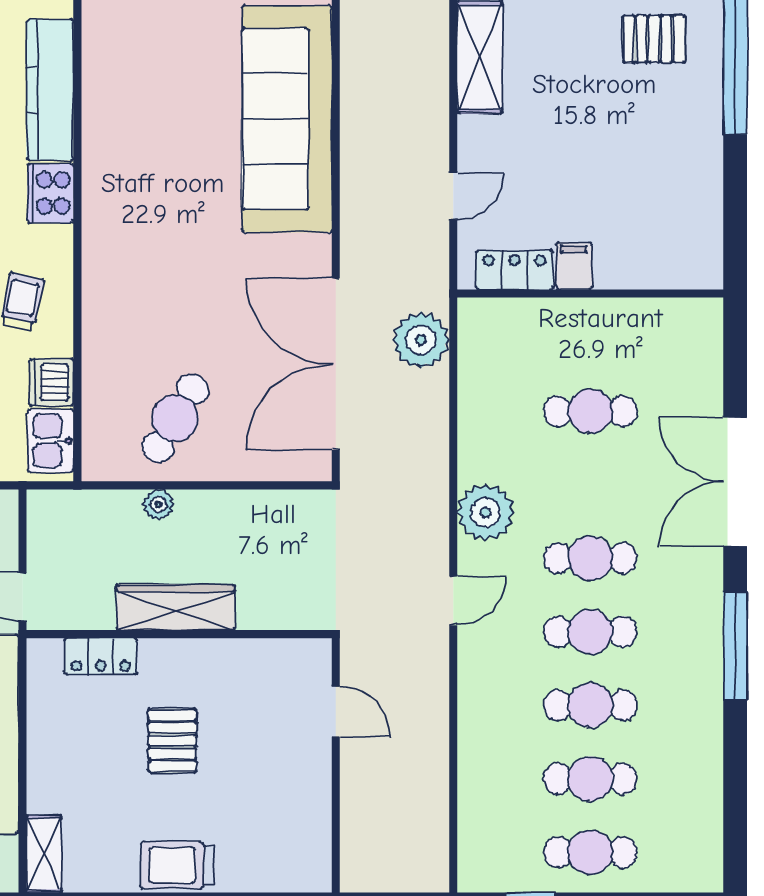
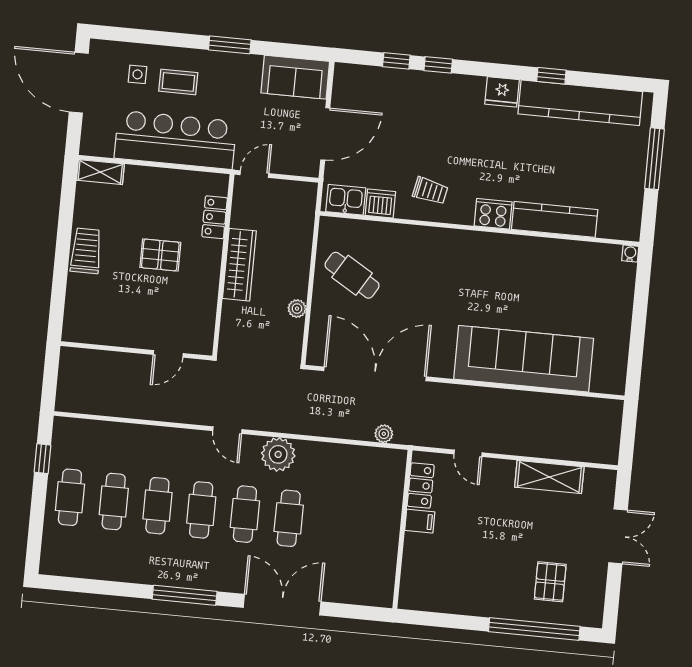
plant: (421, 340) -> (384, 434), width x0.53, depth x0.53
cafe table: (590, 411) -> (289, 518), moved
plant: (158, 504) -> (297, 309), moved

